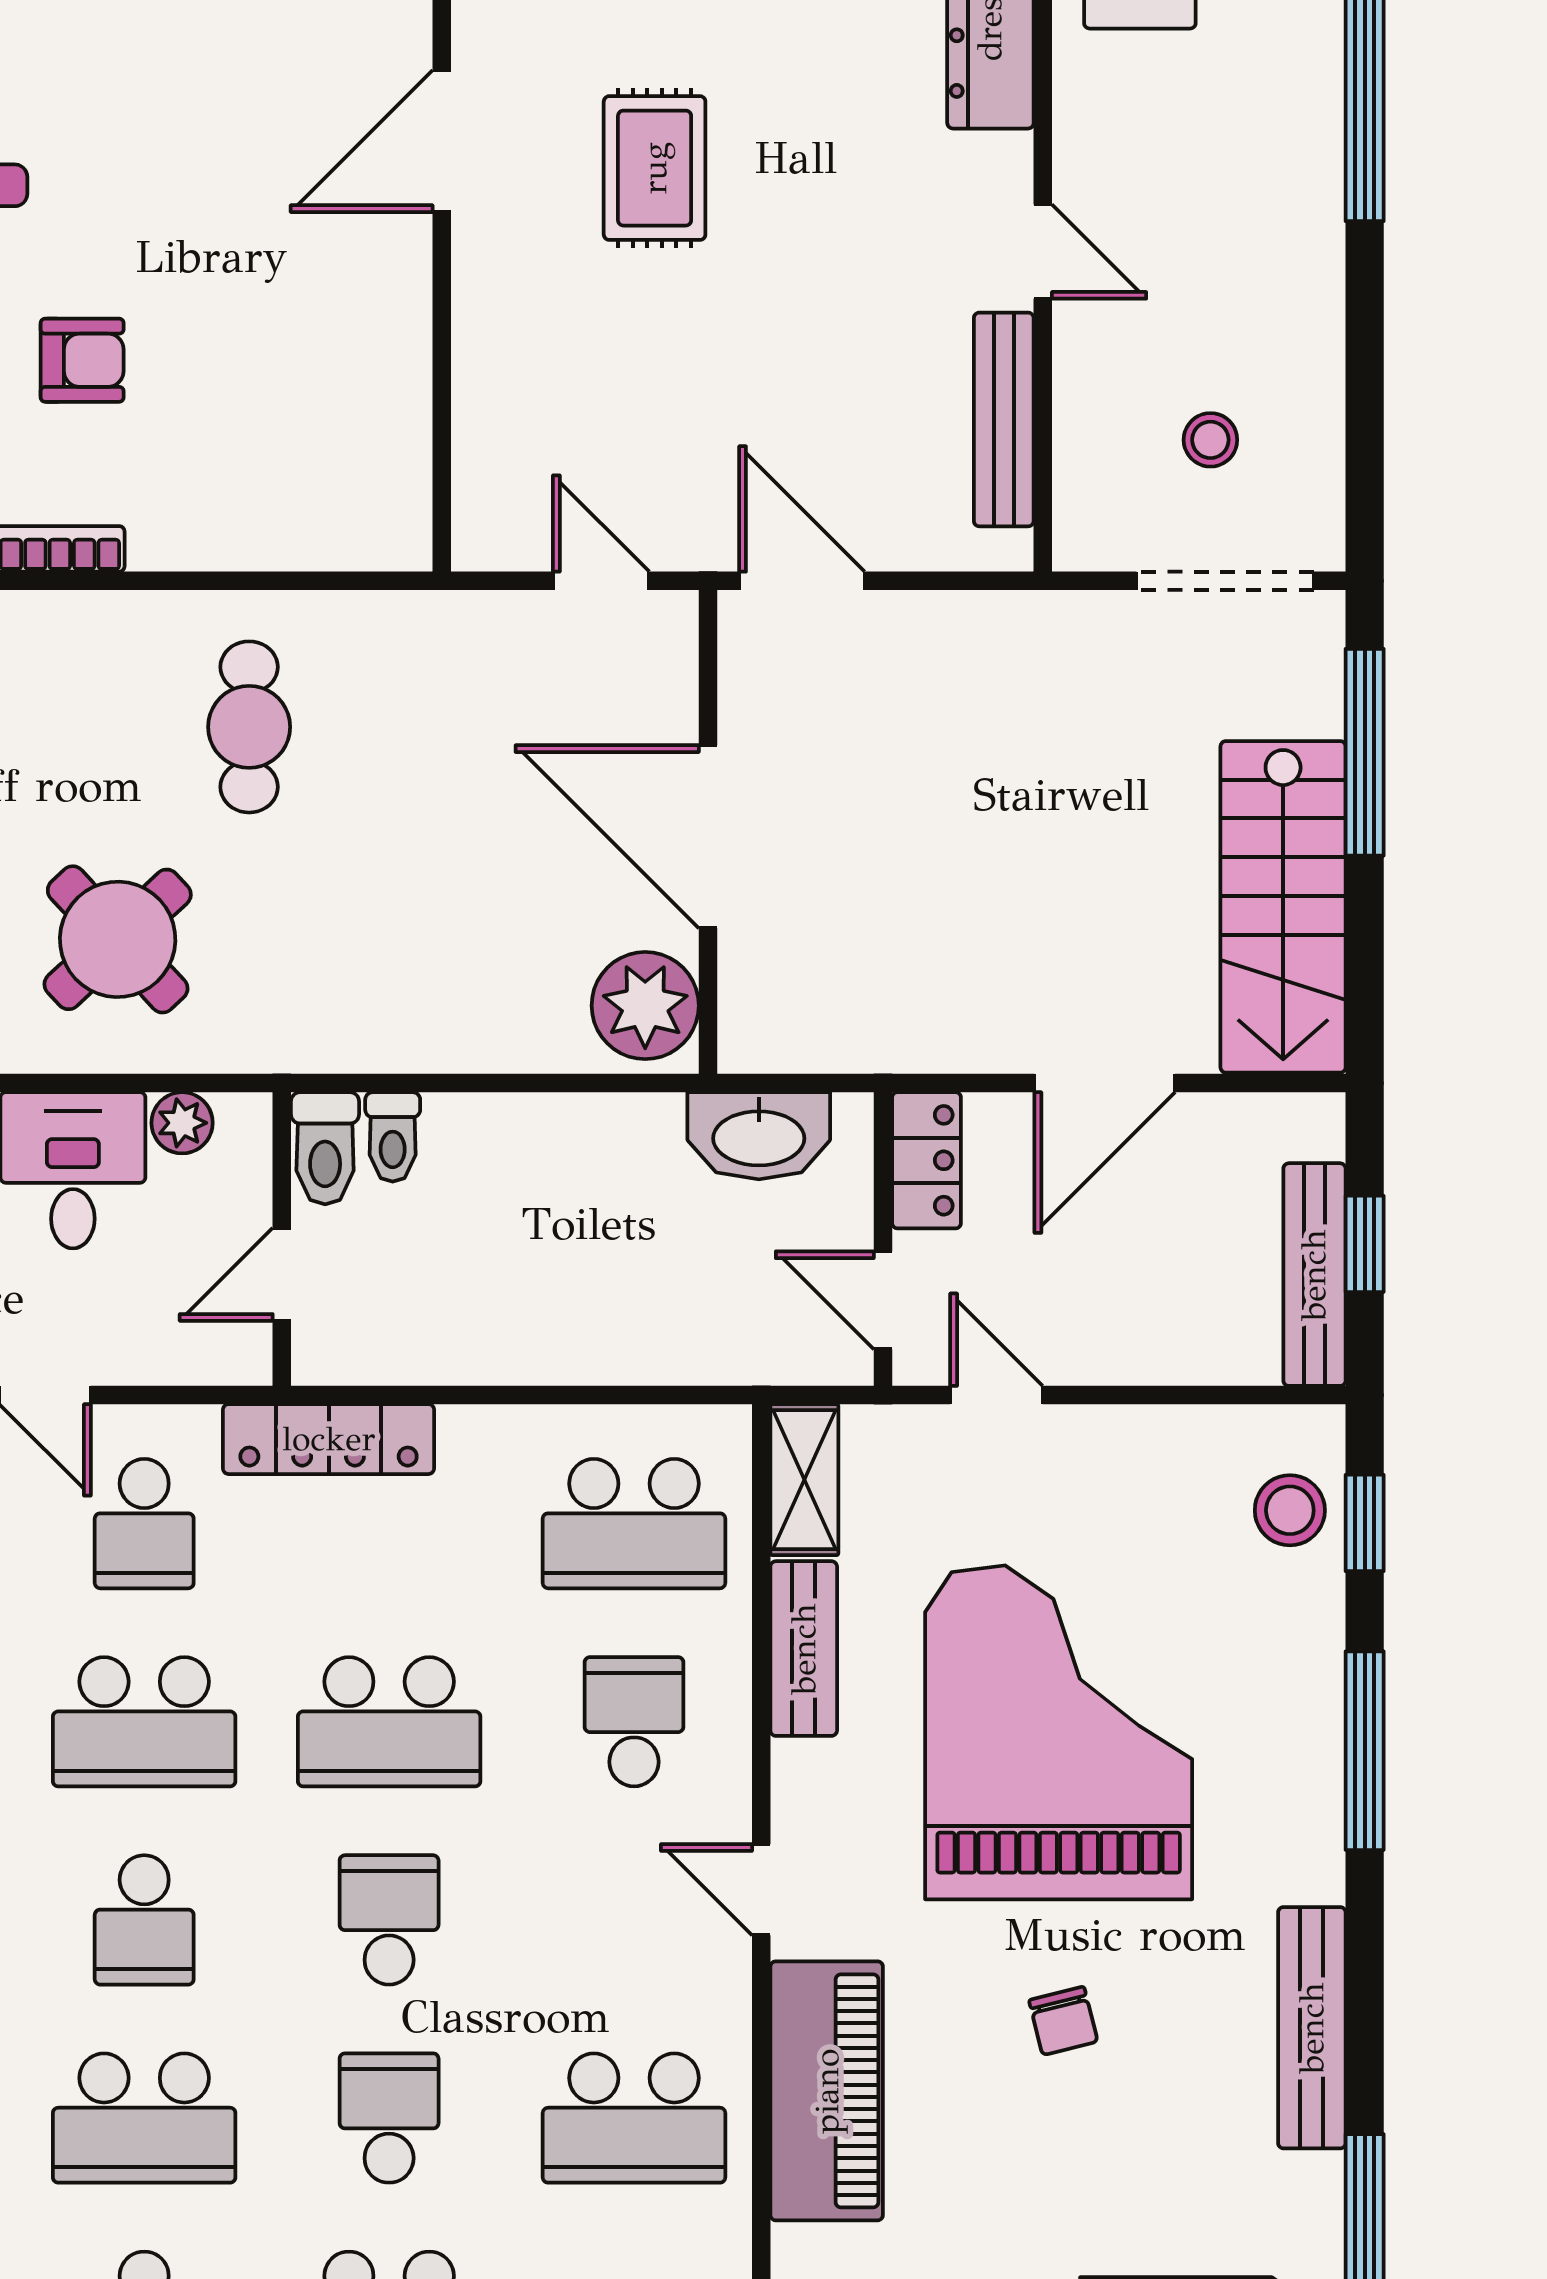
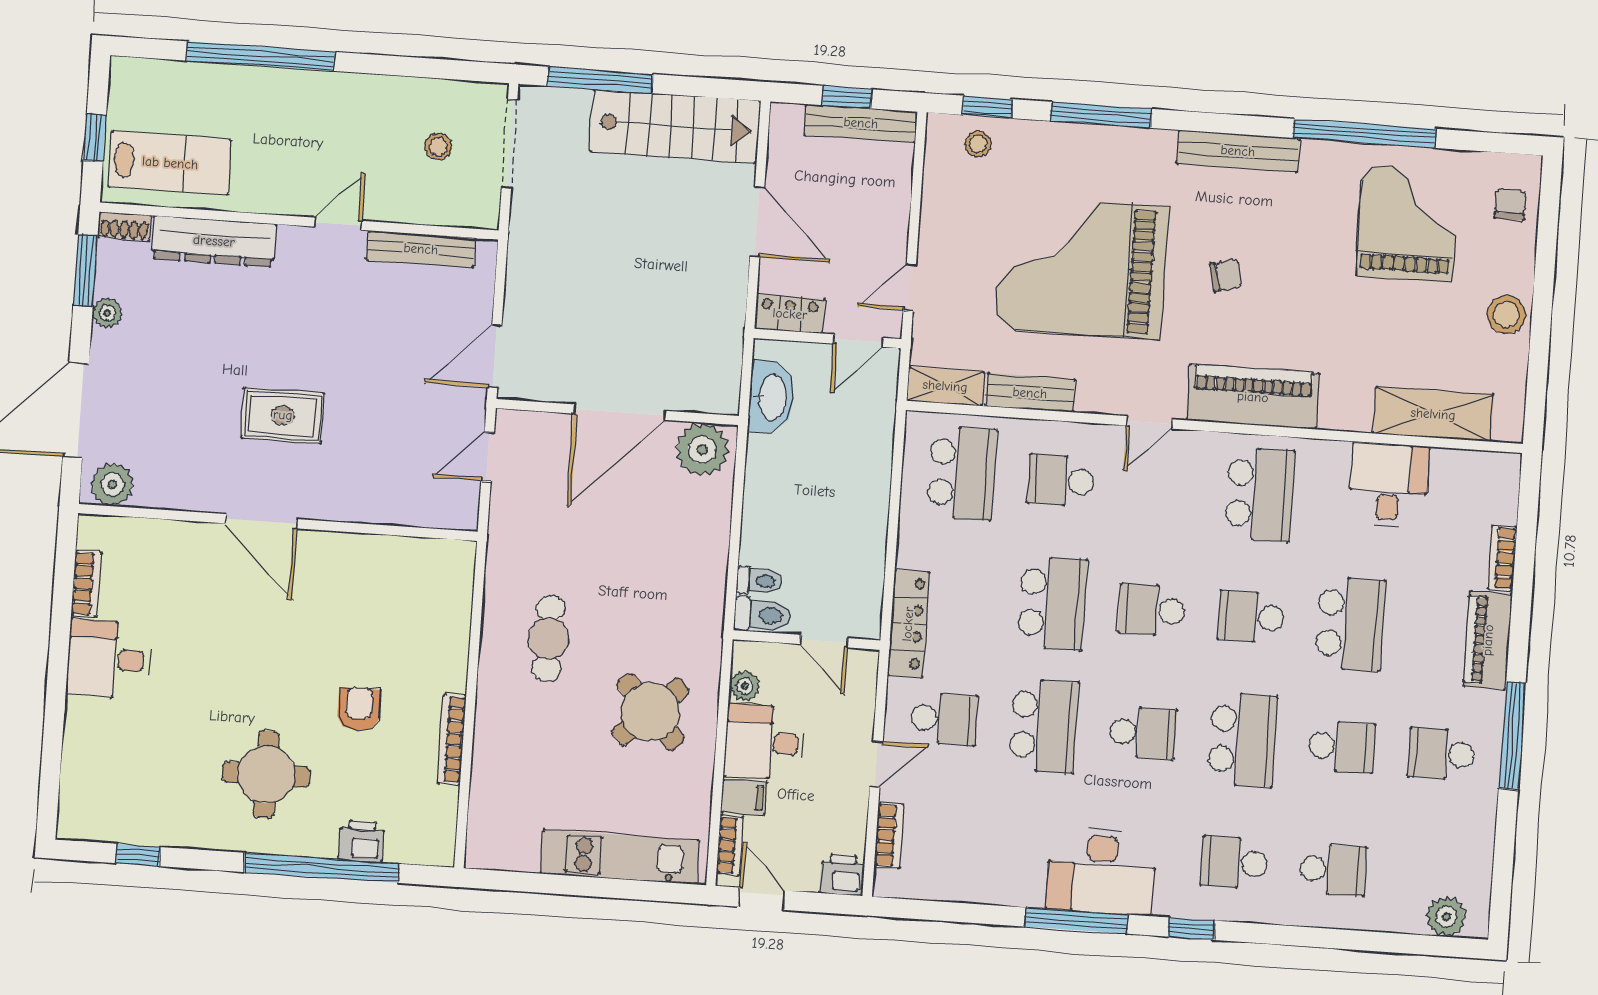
cafe table: (249, 727) -> (549, 638), turned 90
stool: (1290, 1510) -> (978, 144), width x0.73, depth x0.73

